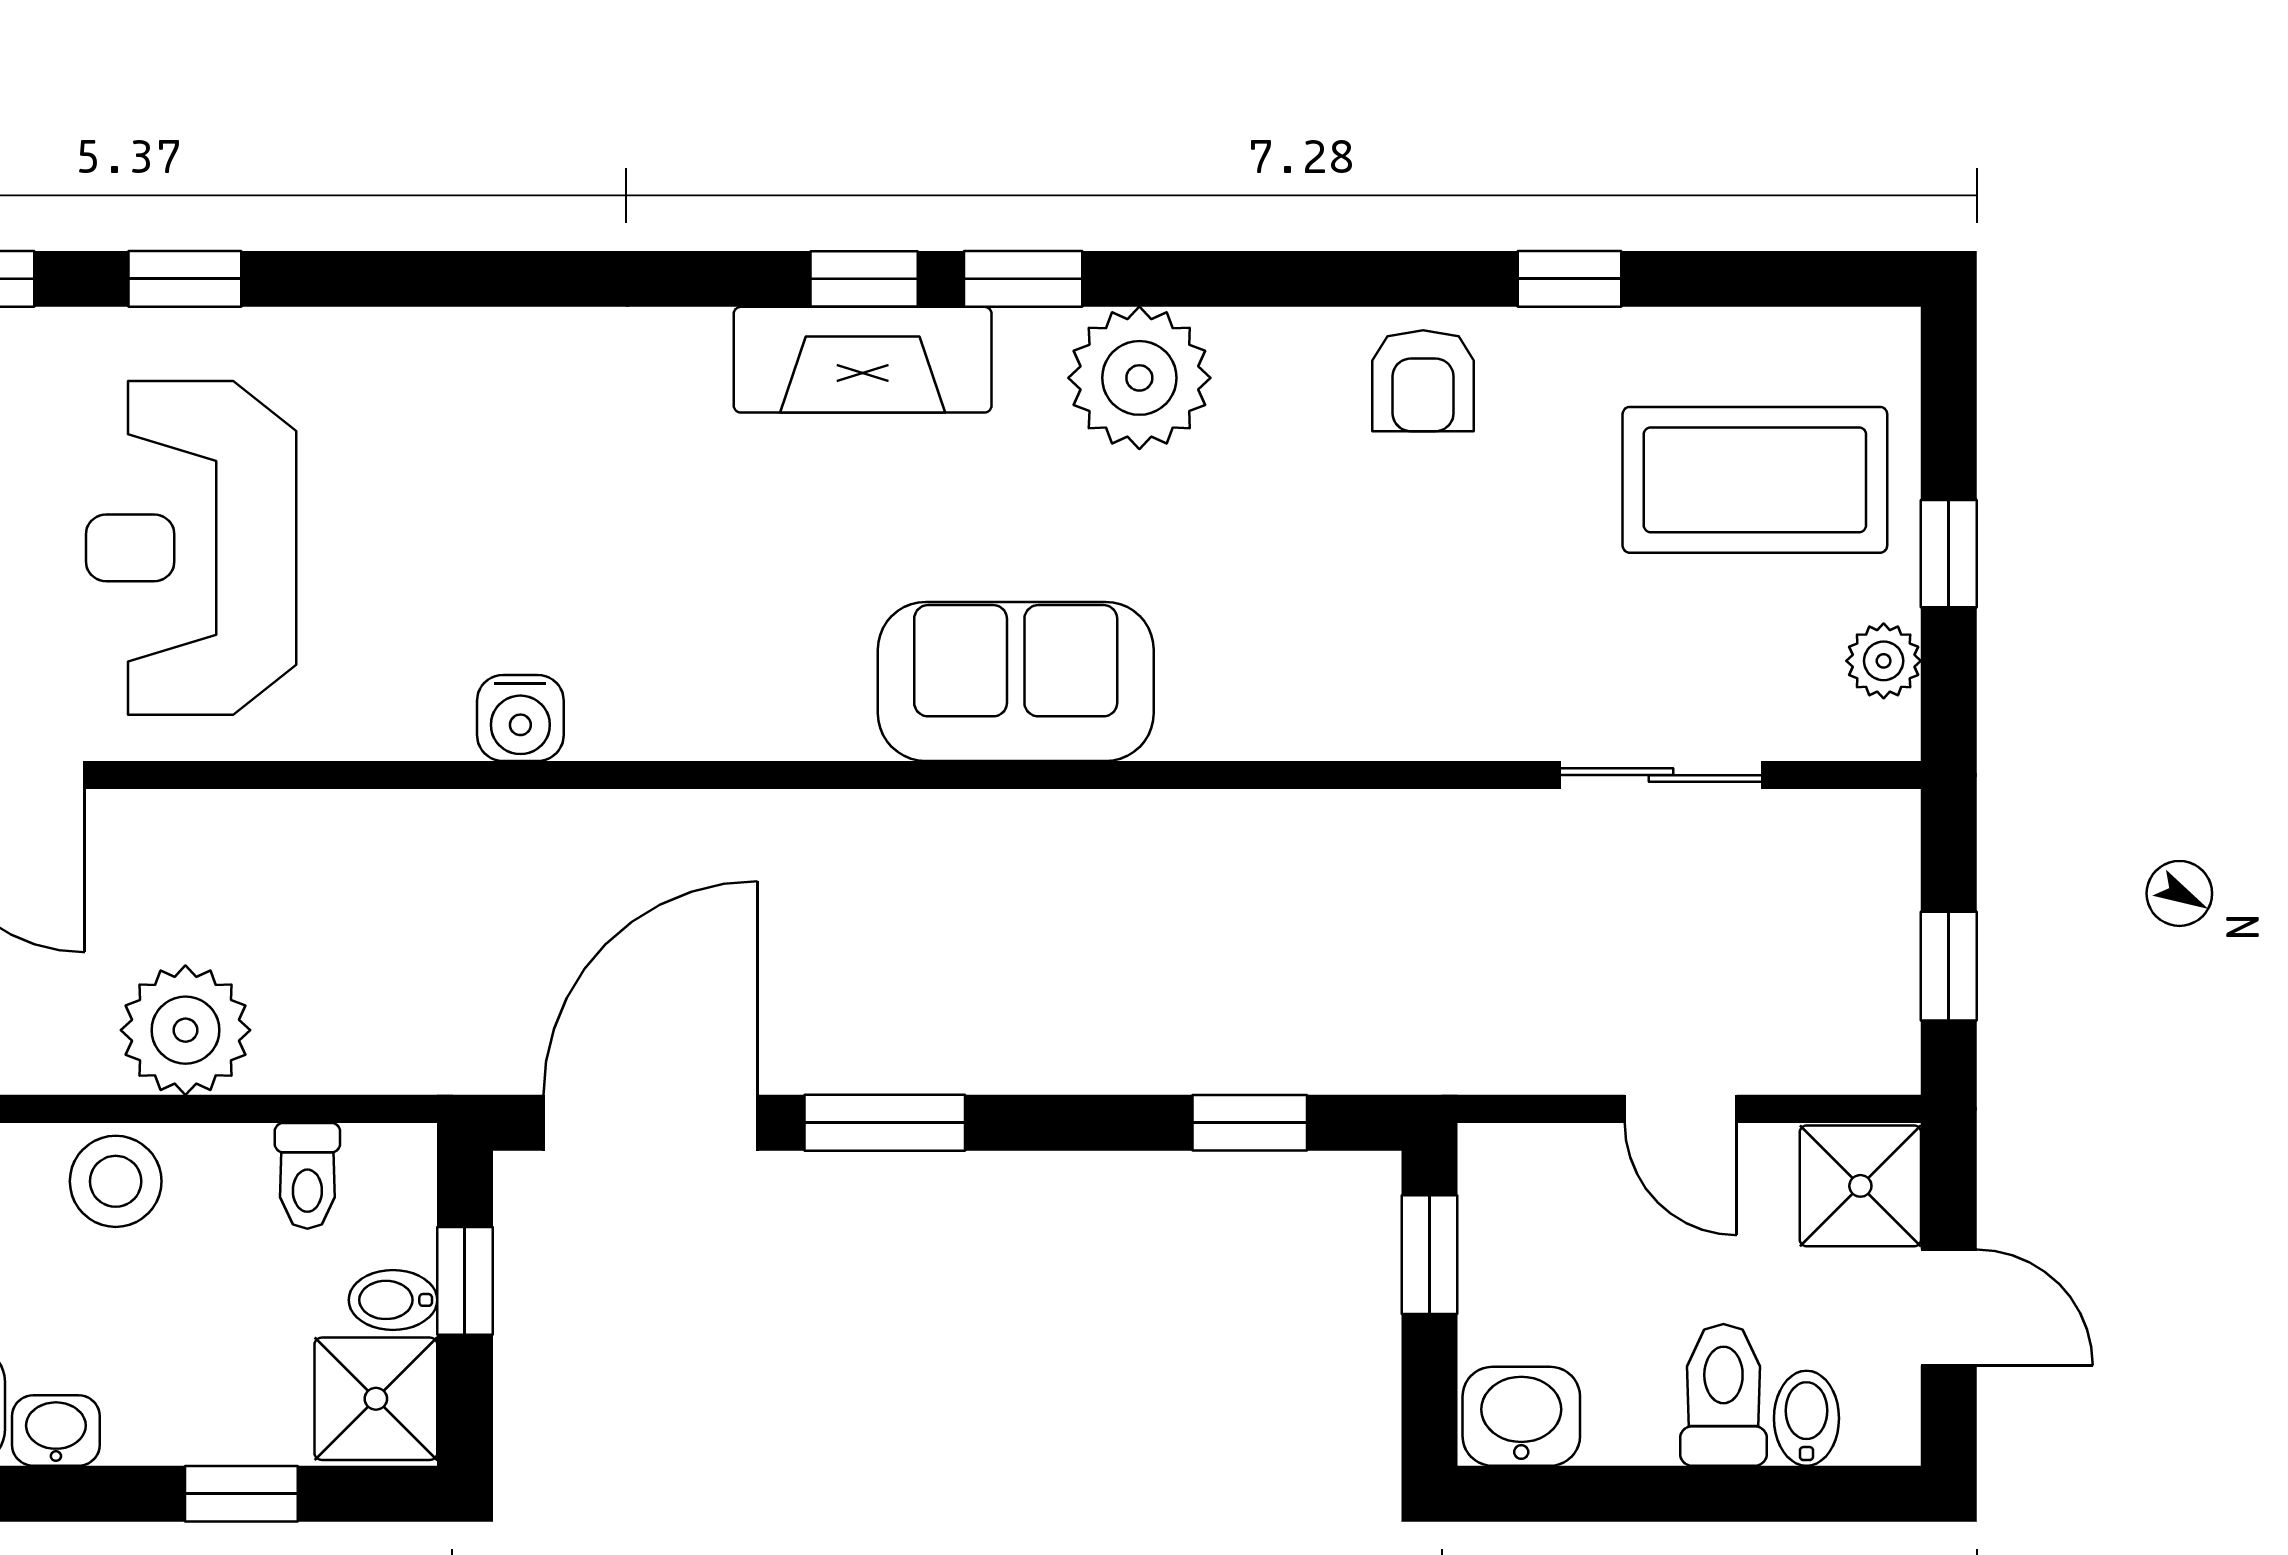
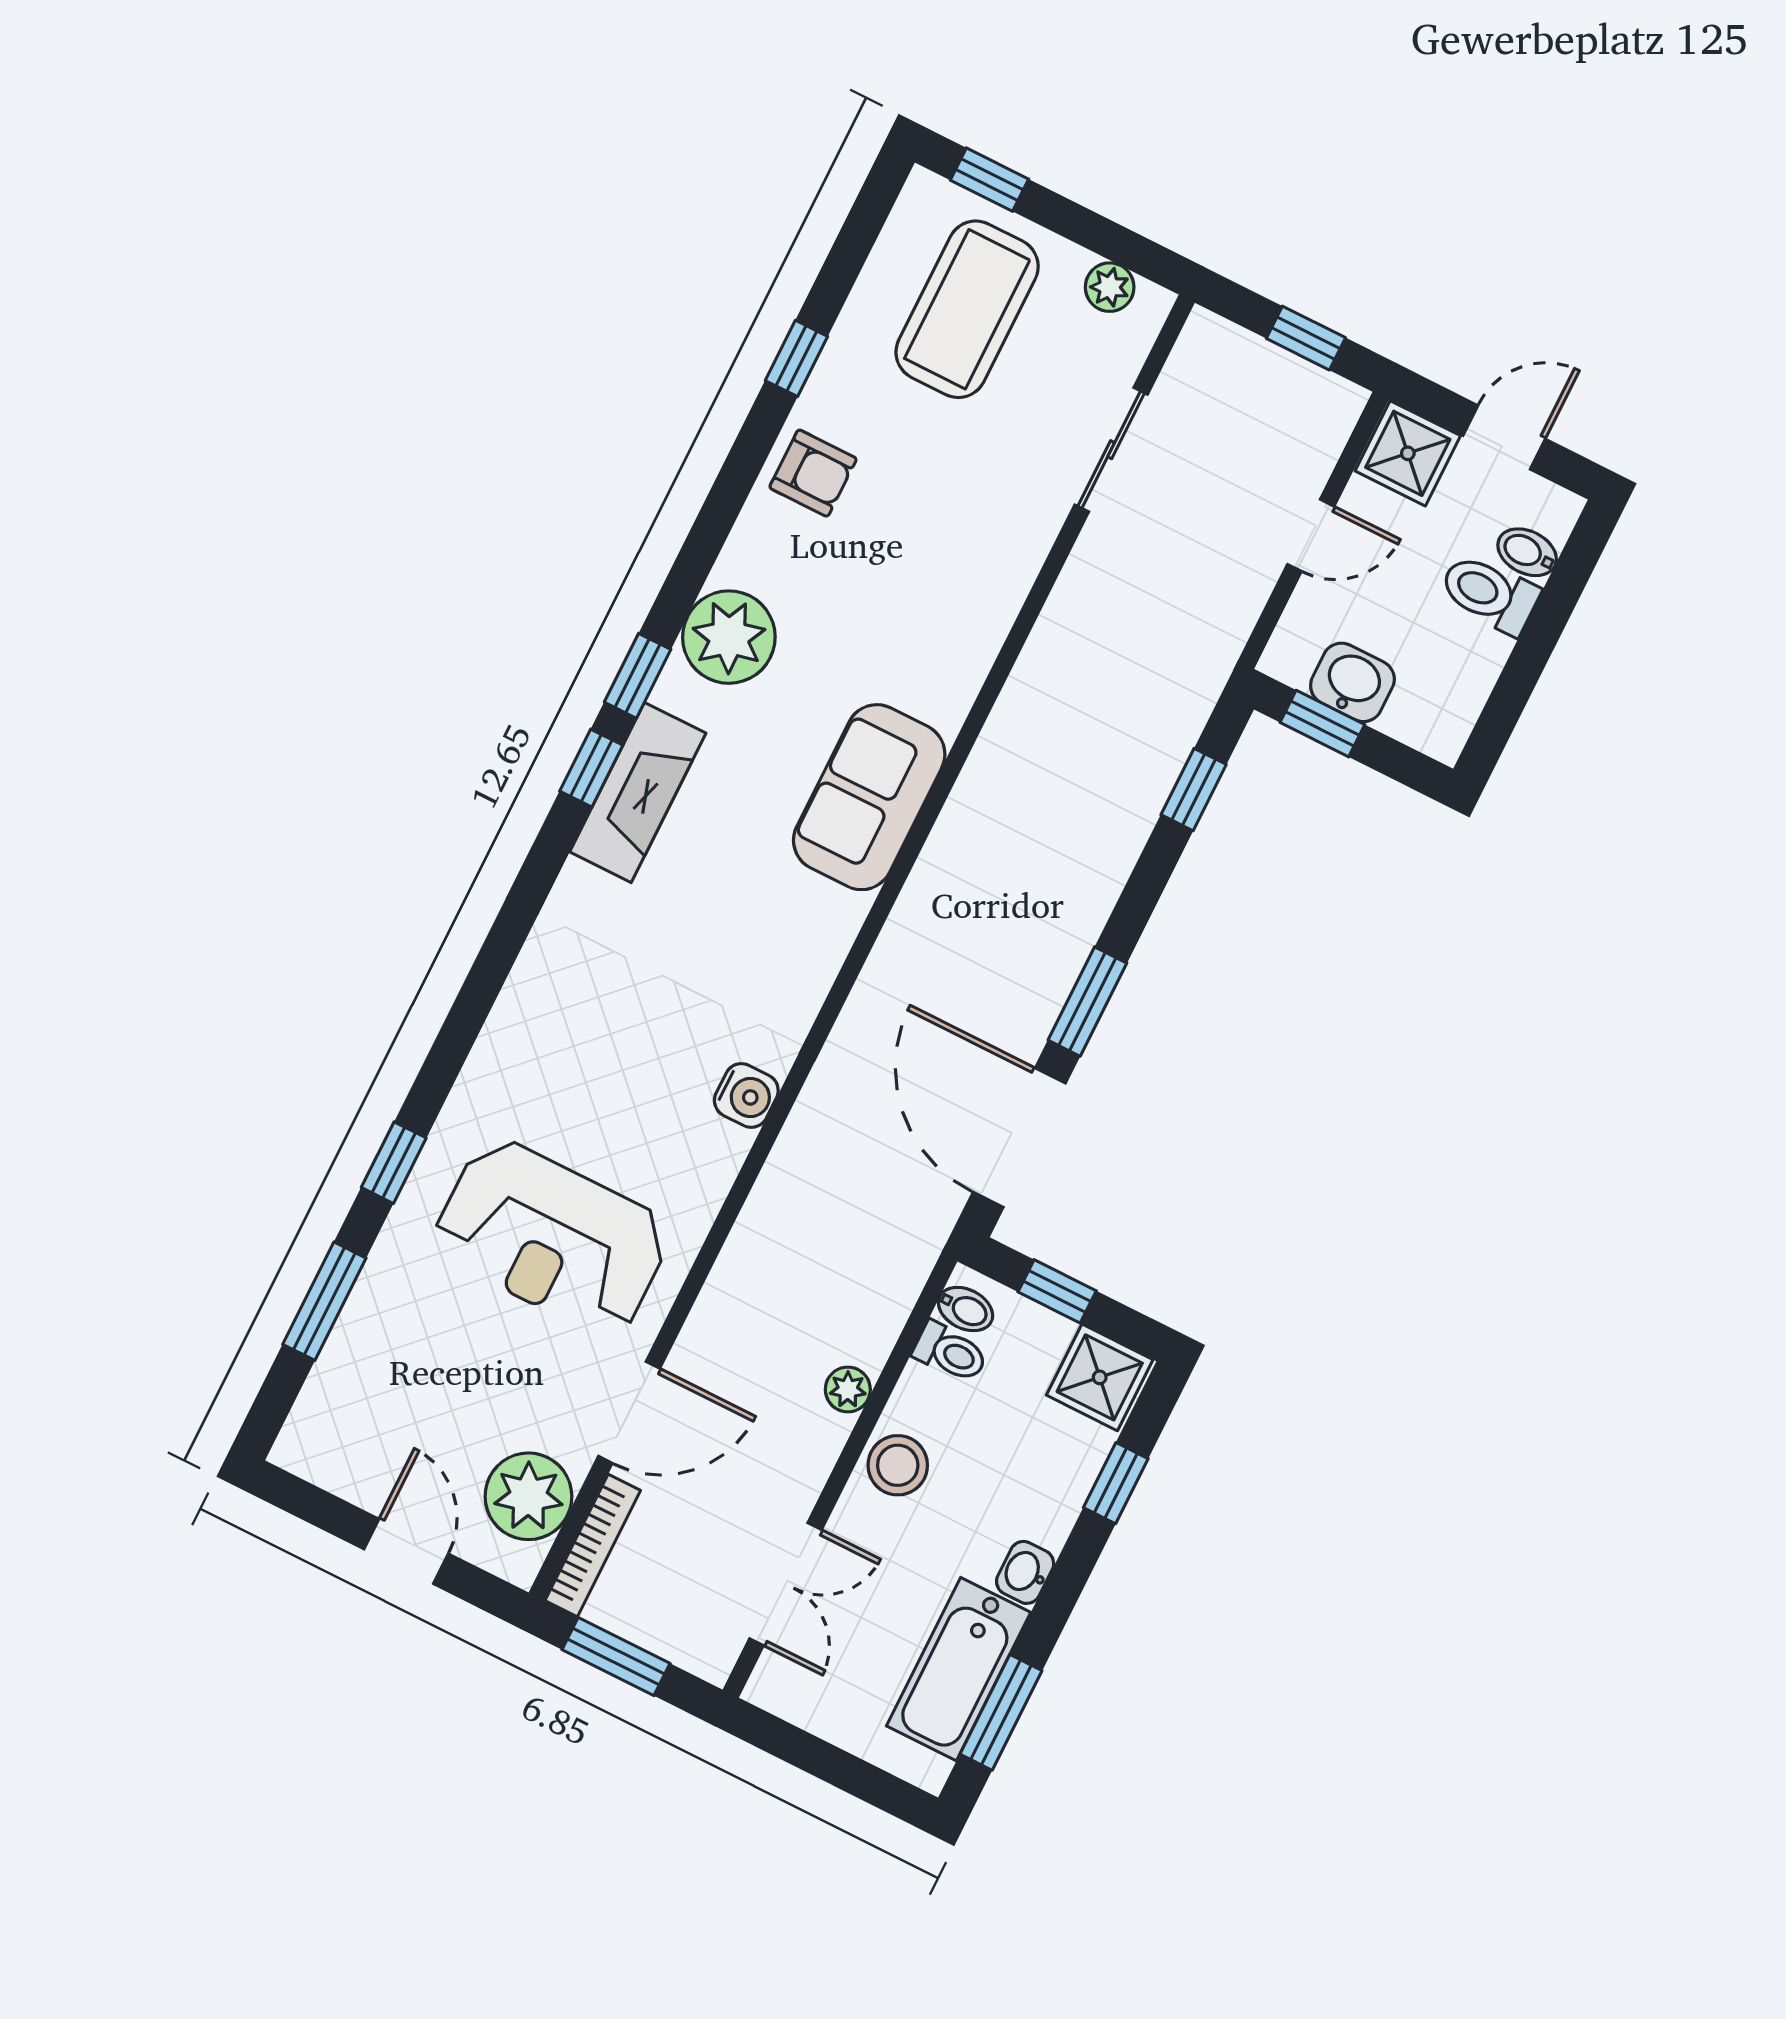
window: (1949, 554) -> (989, 180), moved
plant: (185, 1030) -> (848, 1390), width x0.53, depth x0.53
bidet: (393, 1300) -> (966, 1309), moved, turned -90
washbasin: (1521, 1416) -> (1352, 682), moved, turned 90

